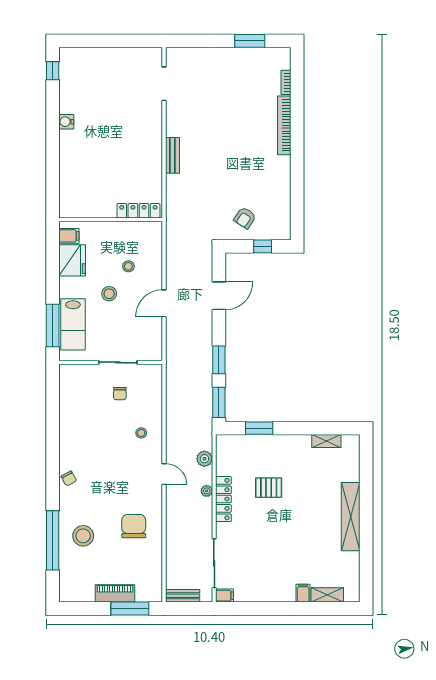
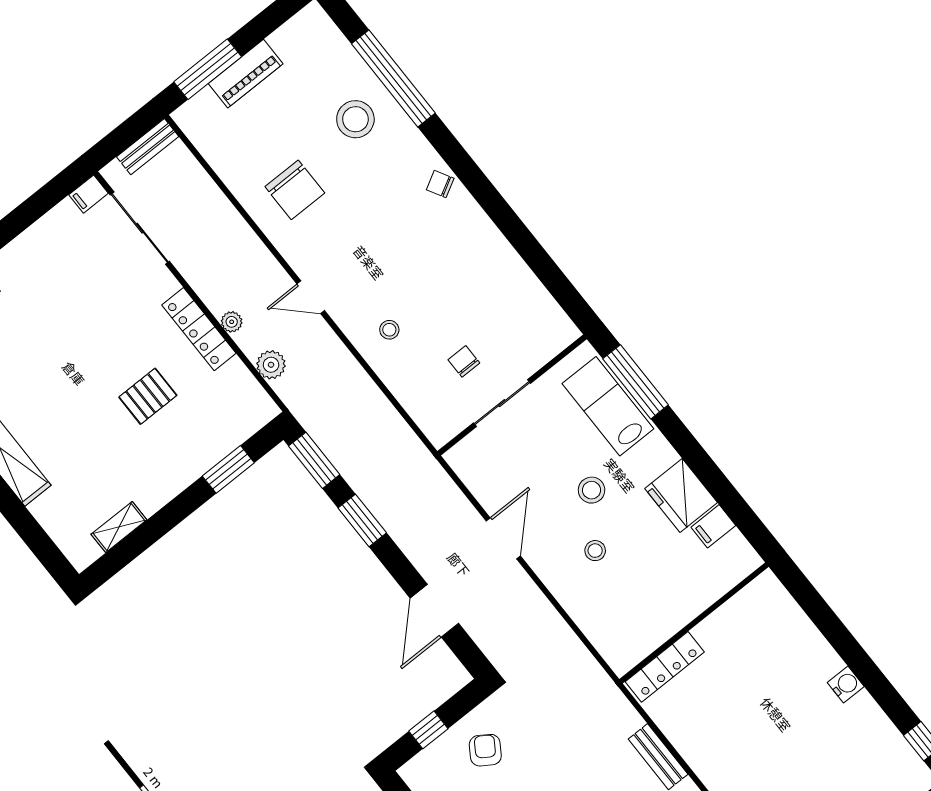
locker: (138, 211) -> (665, 667), moved
wall: (111, 220) -> (694, 623), moved

